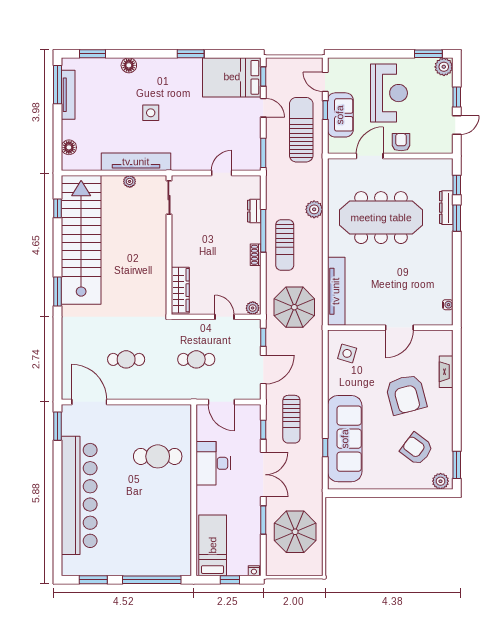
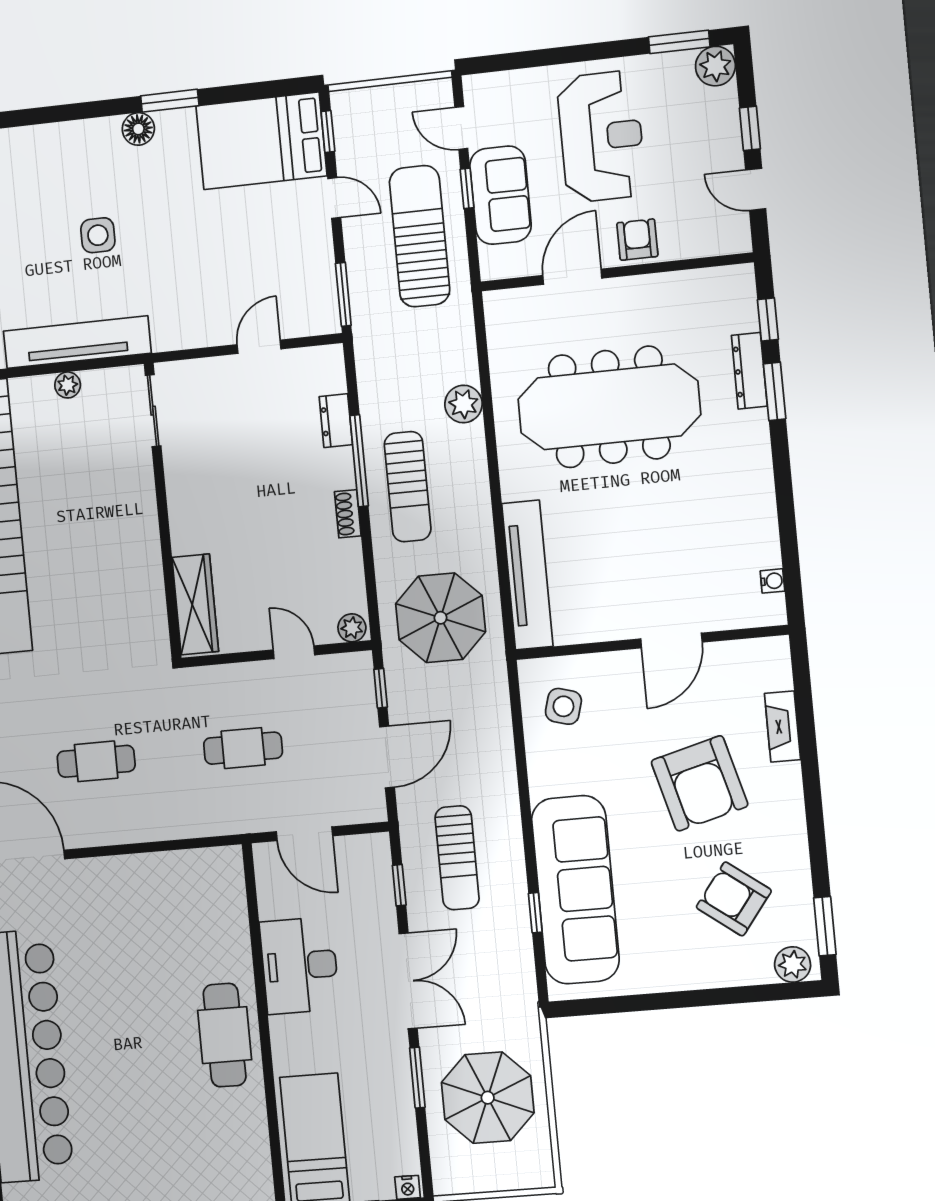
floor lamp: (129, 65) -> (138, 129), moved
door: (457, 125) -> (756, 189), swing flipped
cafe table: (158, 456) -> (225, 1035), moved, turned 90

